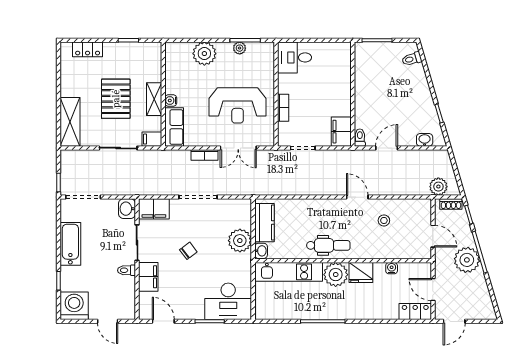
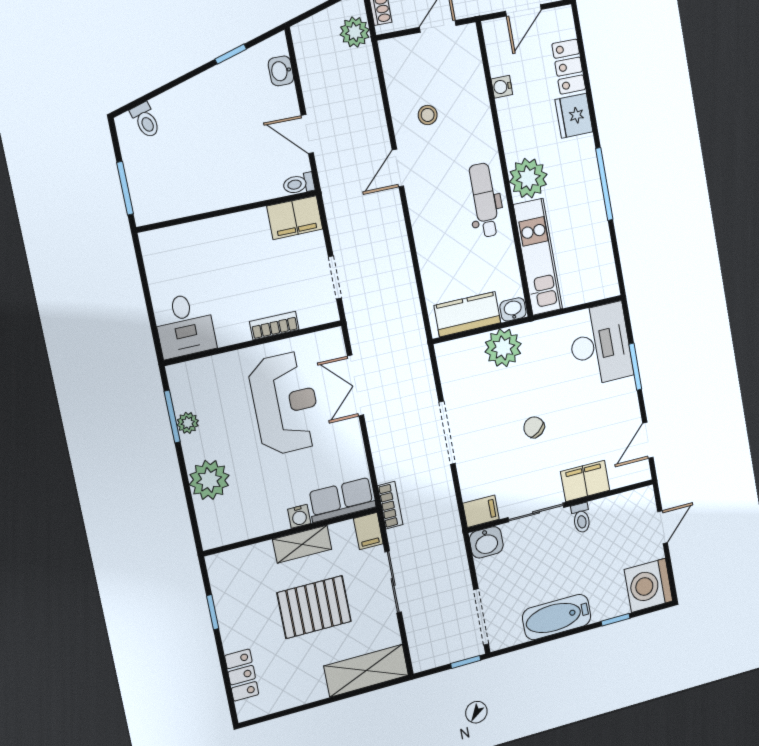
double door: (238, 148) -> (356, 385), swing flipped
bookcase: (204, 155) -> (390, 505), moved
filing cabinet: (154, 209) -> (481, 511), width x0.50
fridge: (361, 273) -> (574, 116), moved, turned 180
locker: (415, 312) -> (569, 67), moved

